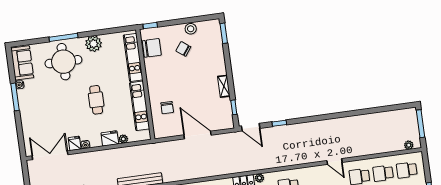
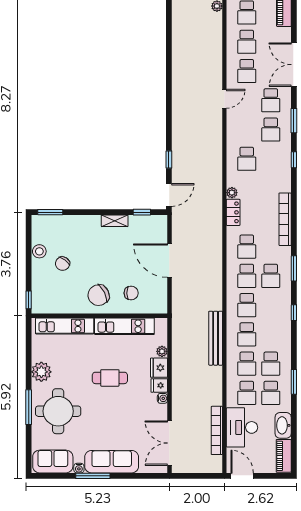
chair: (152, 48) -> (99, 295), moved, turned -116
sofa: (29, 111) -> (112, 462), added
door: (198, 135) -> (169, 261), hinge flipped
fridge: (75, 143) -> (159, 385), moved

